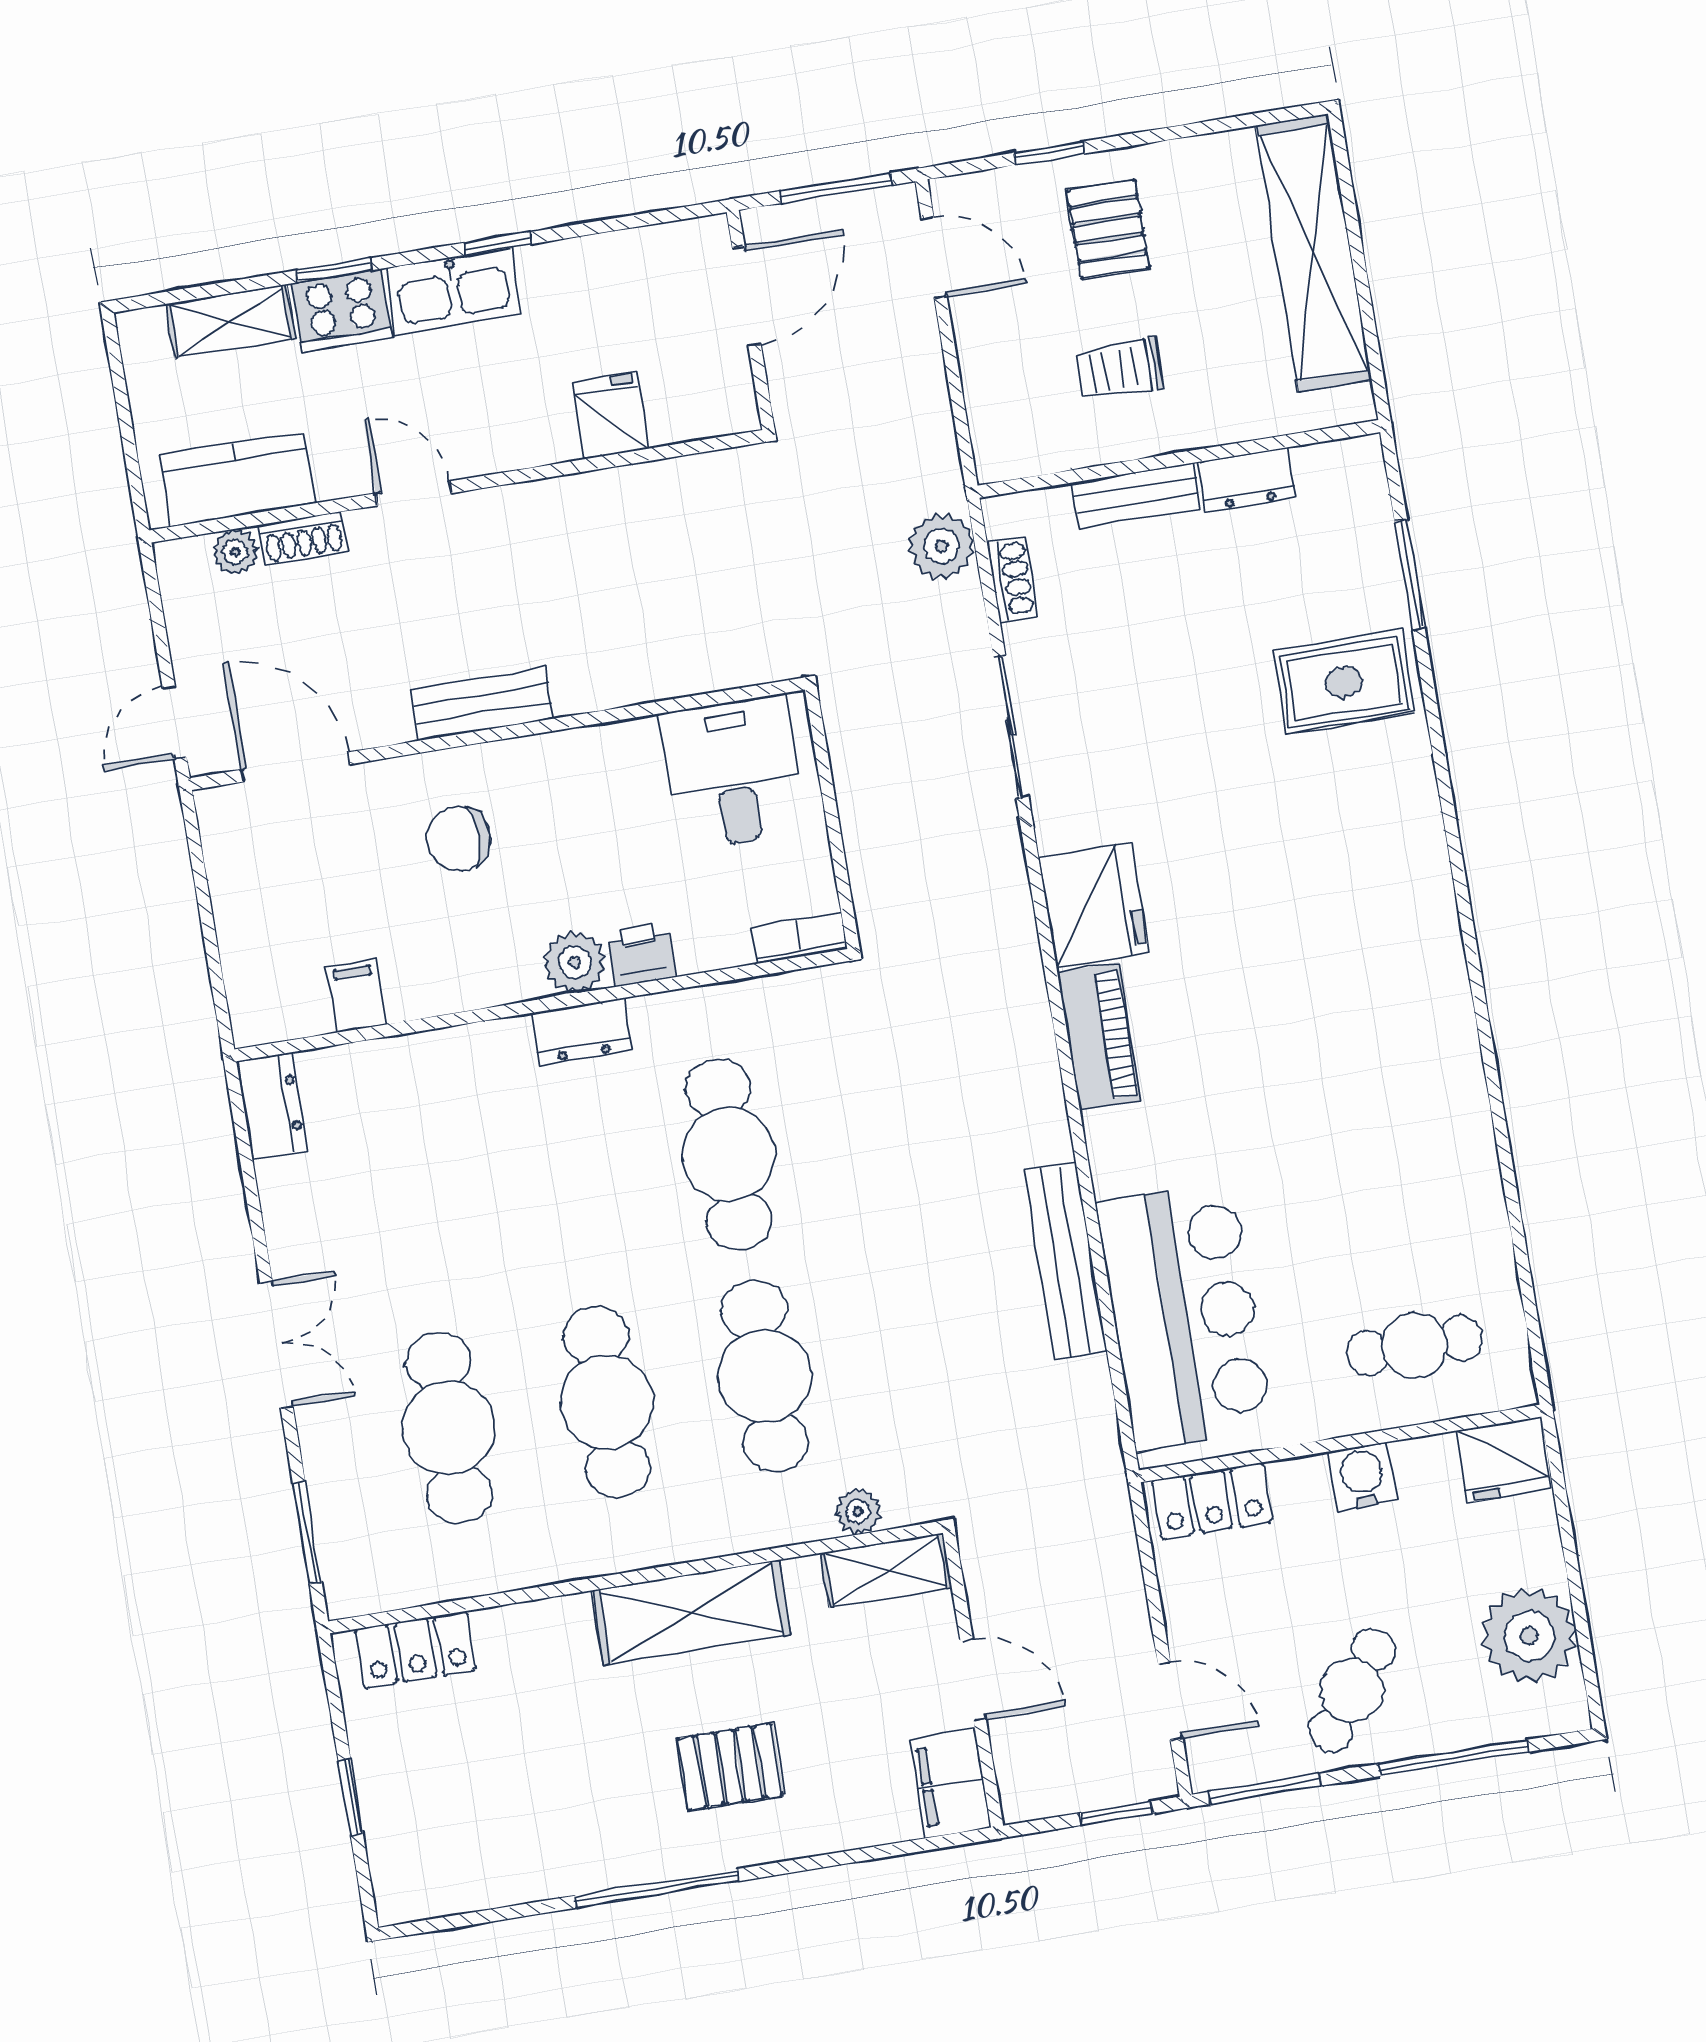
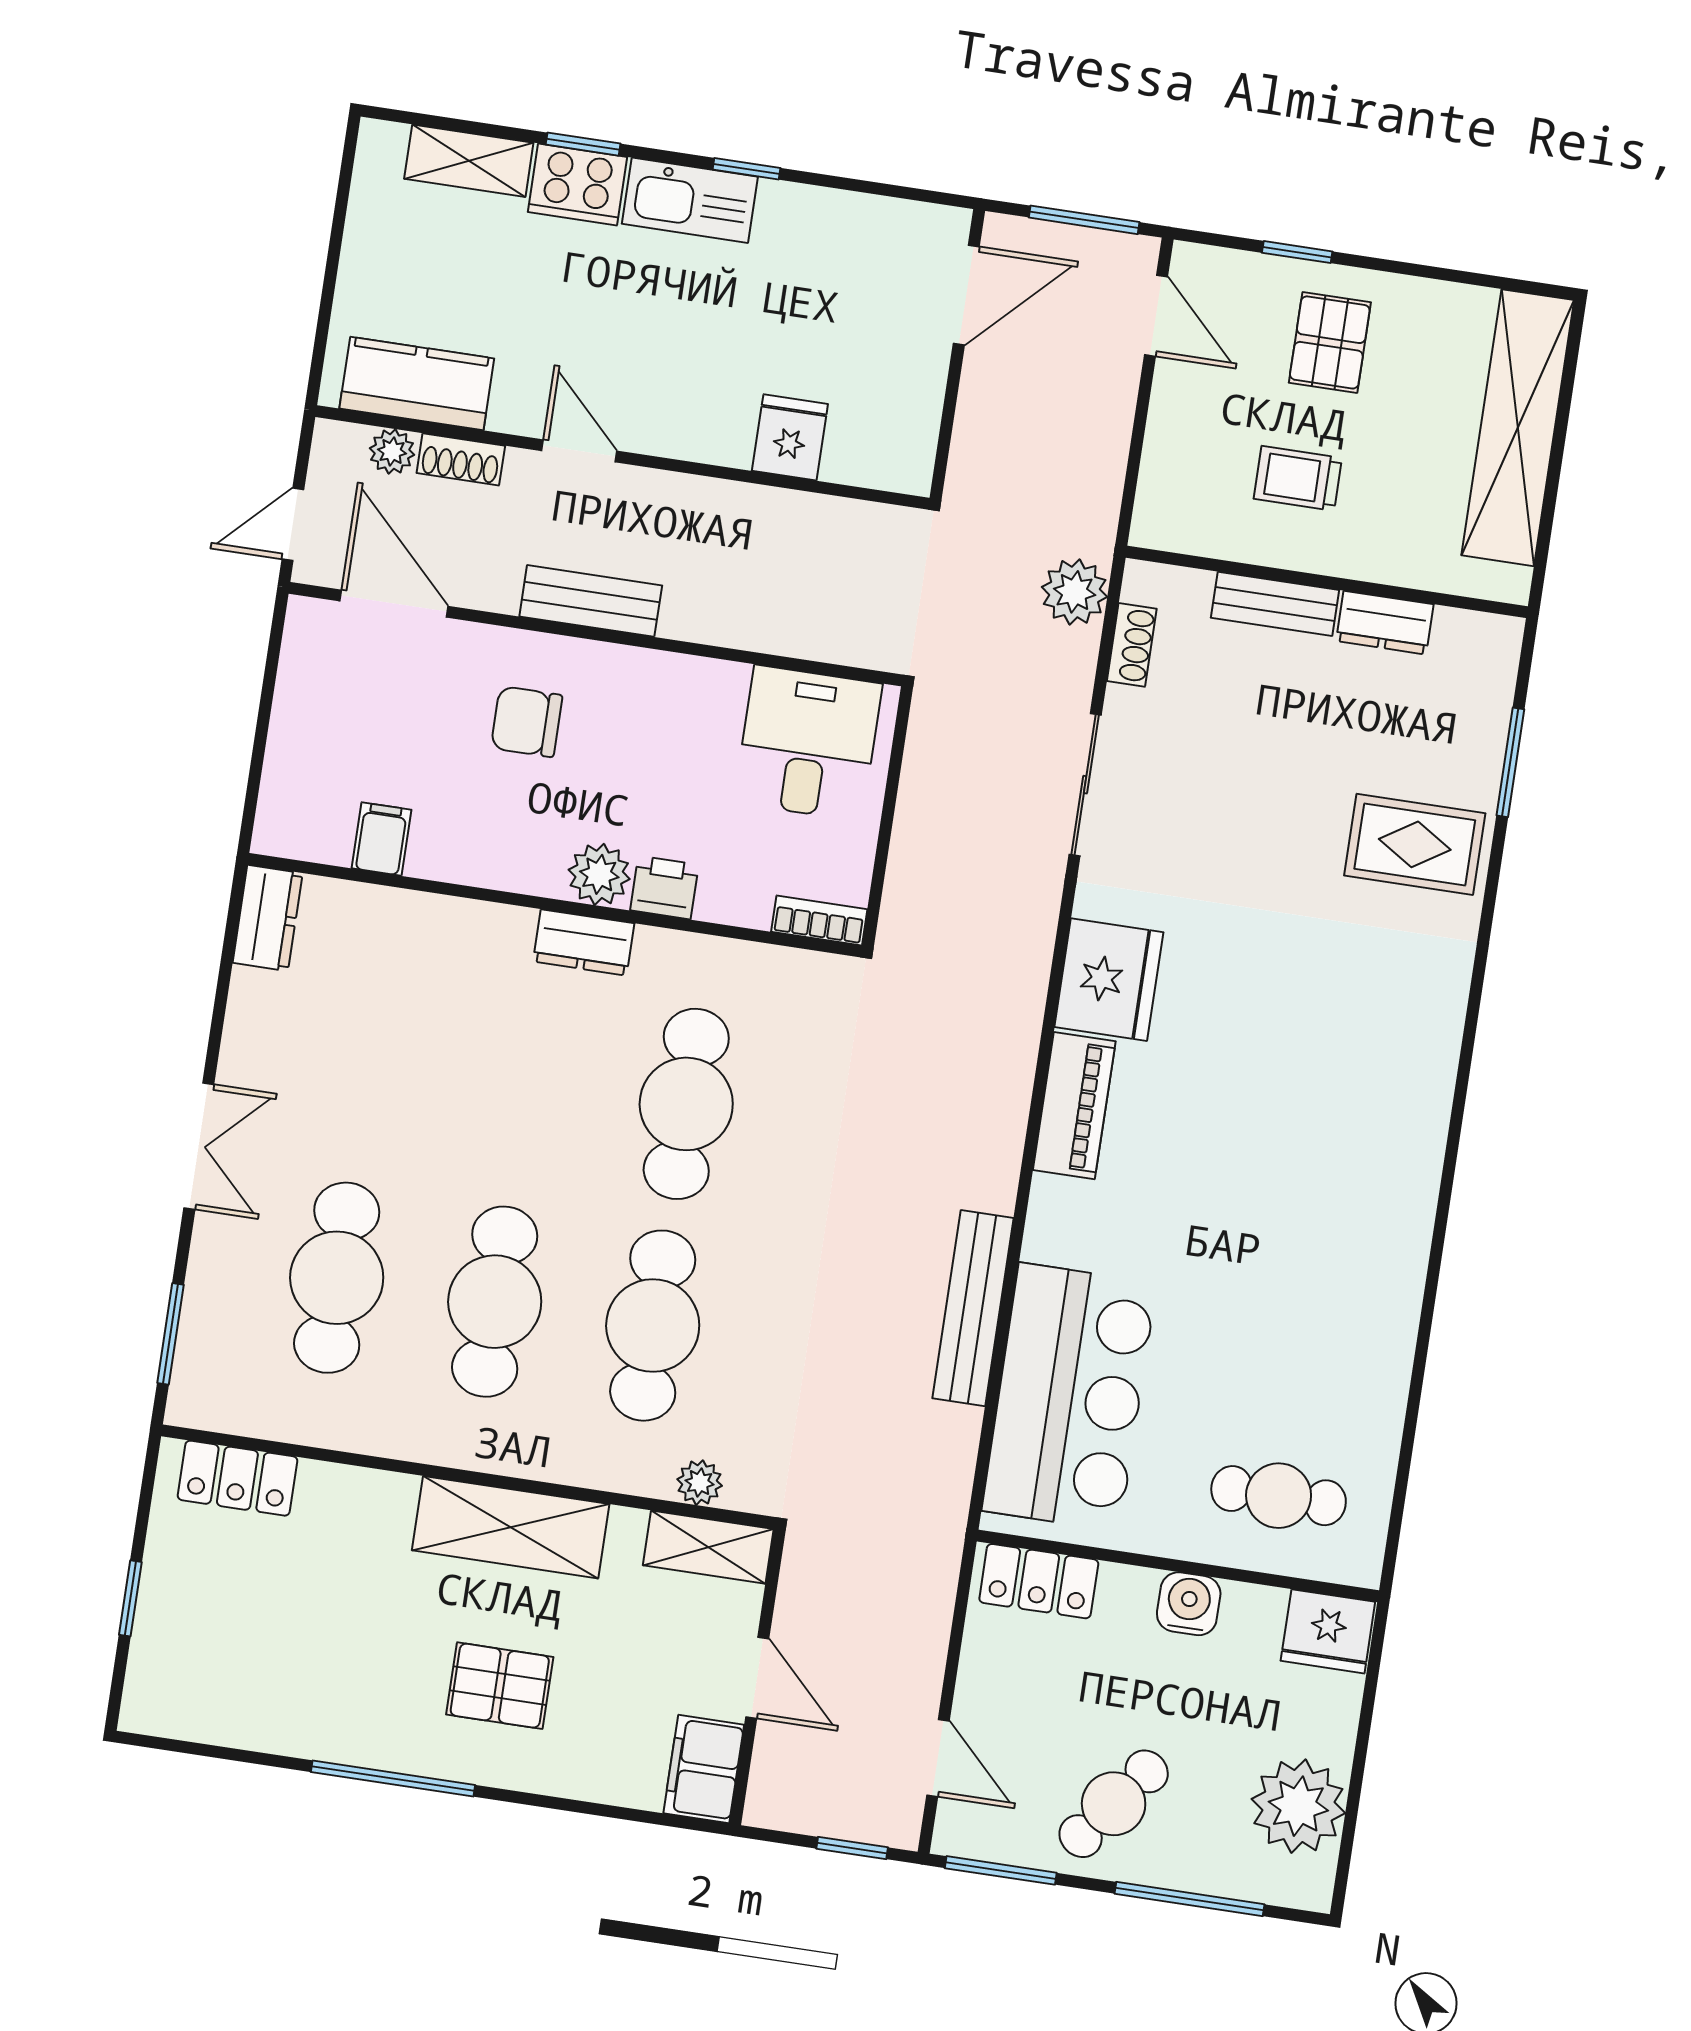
fridge: (611, 416) -> (790, 437), moved
kitchen counter: (238, 479) -> (417, 383), moved
wall: (457, 486) -> (622, 457), moved
door: (414, 493) -> (579, 451), moved
shoe rack: (303, 538) -> (461, 459), moved
plant: (235, 552) -> (392, 451), moved

